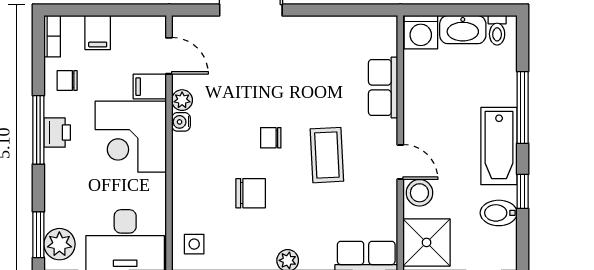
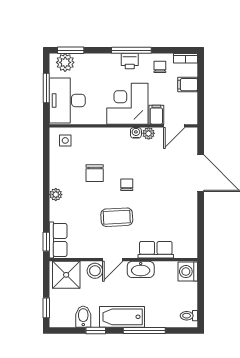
washbasin: (463, 30) -> (141, 269), moved, turned -90

